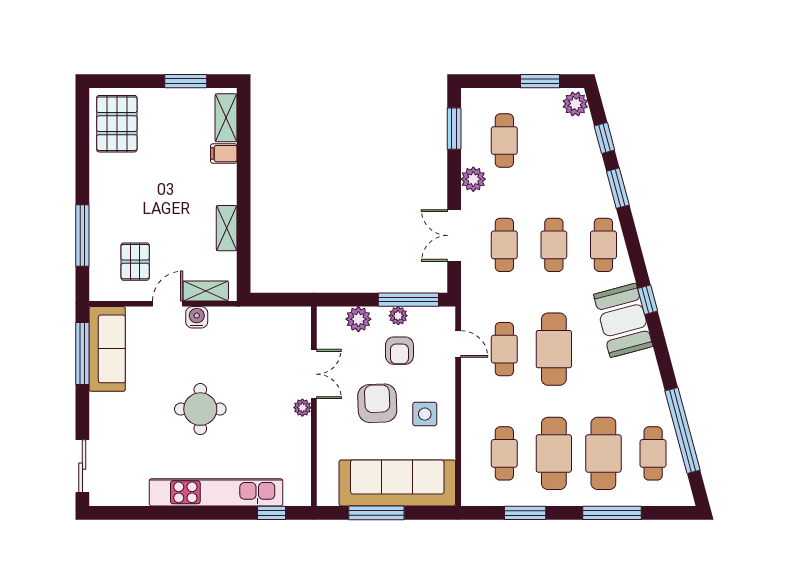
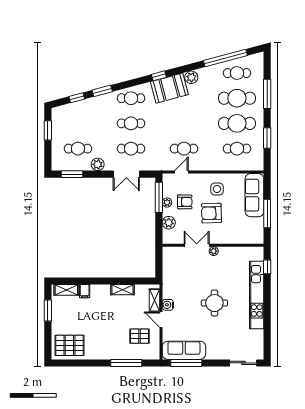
plant: (575, 104) -> (191, 77), moved
cafe table: (554, 349) -> (184, 123), removed
sofa: (397, 483) -> (254, 195), width x0.74, depth x0.79

